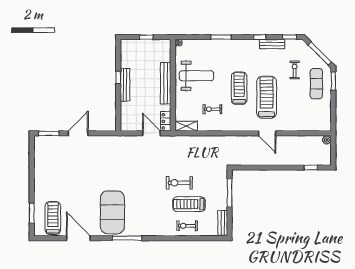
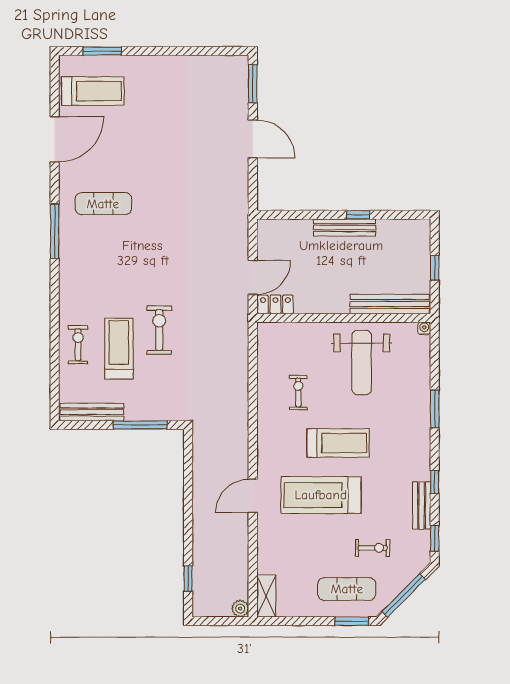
bench: (166, 83) -> (390, 304), moved
treadmill: (267, 97) -> (321, 495), turned 180
shelving: (186, 126) -> (266, 596), moved
exercise mat: (112, 212) -> (103, 204), width x0.50, depth x0.69
bench: (223, 223) -> (92, 412), width x1.36

